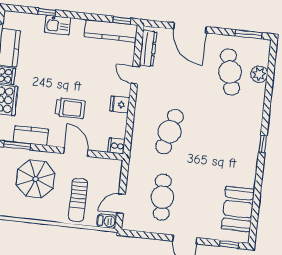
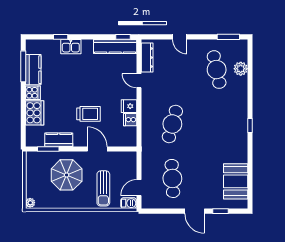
door: (190, 28) -> (180, 37), width x0.53
cooker: (117, 146) -> (130, 120), moved
window: (229, 244) -> (220, 211), moved

